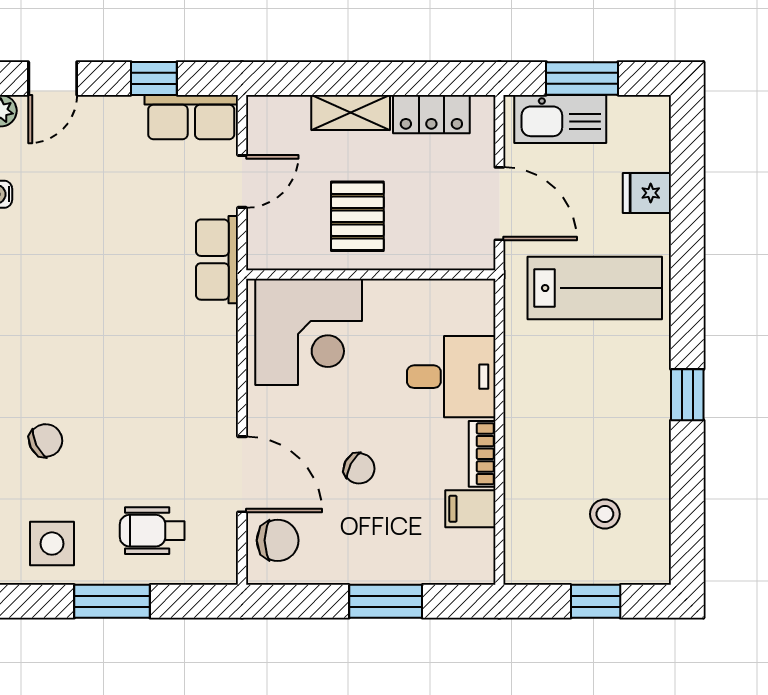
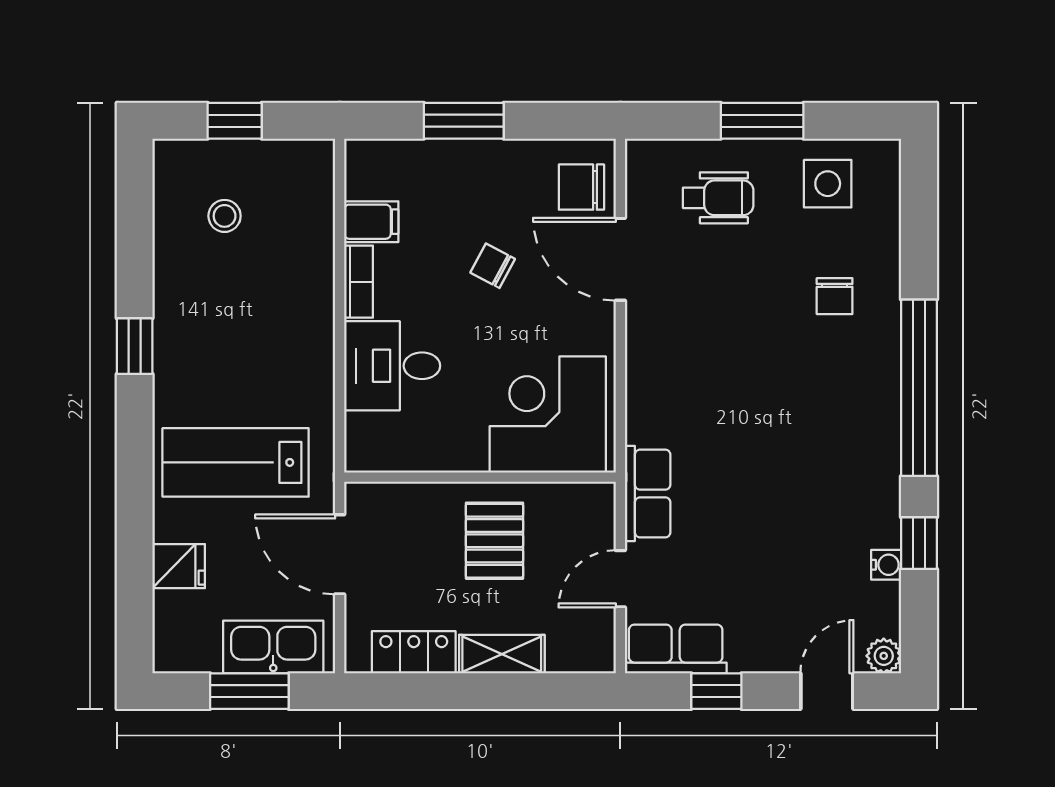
chair: (46, 440) -> (835, 296), turned -64

